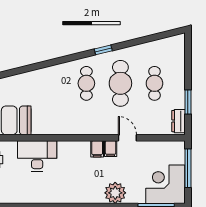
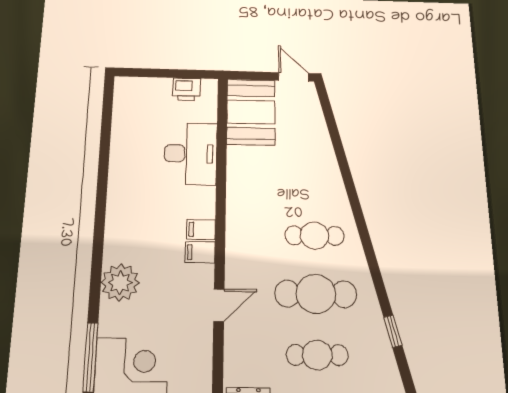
window: (103, 50) -> (393, 331), moved
filing cabinet: (111, 149) -> (201, 229), moved

